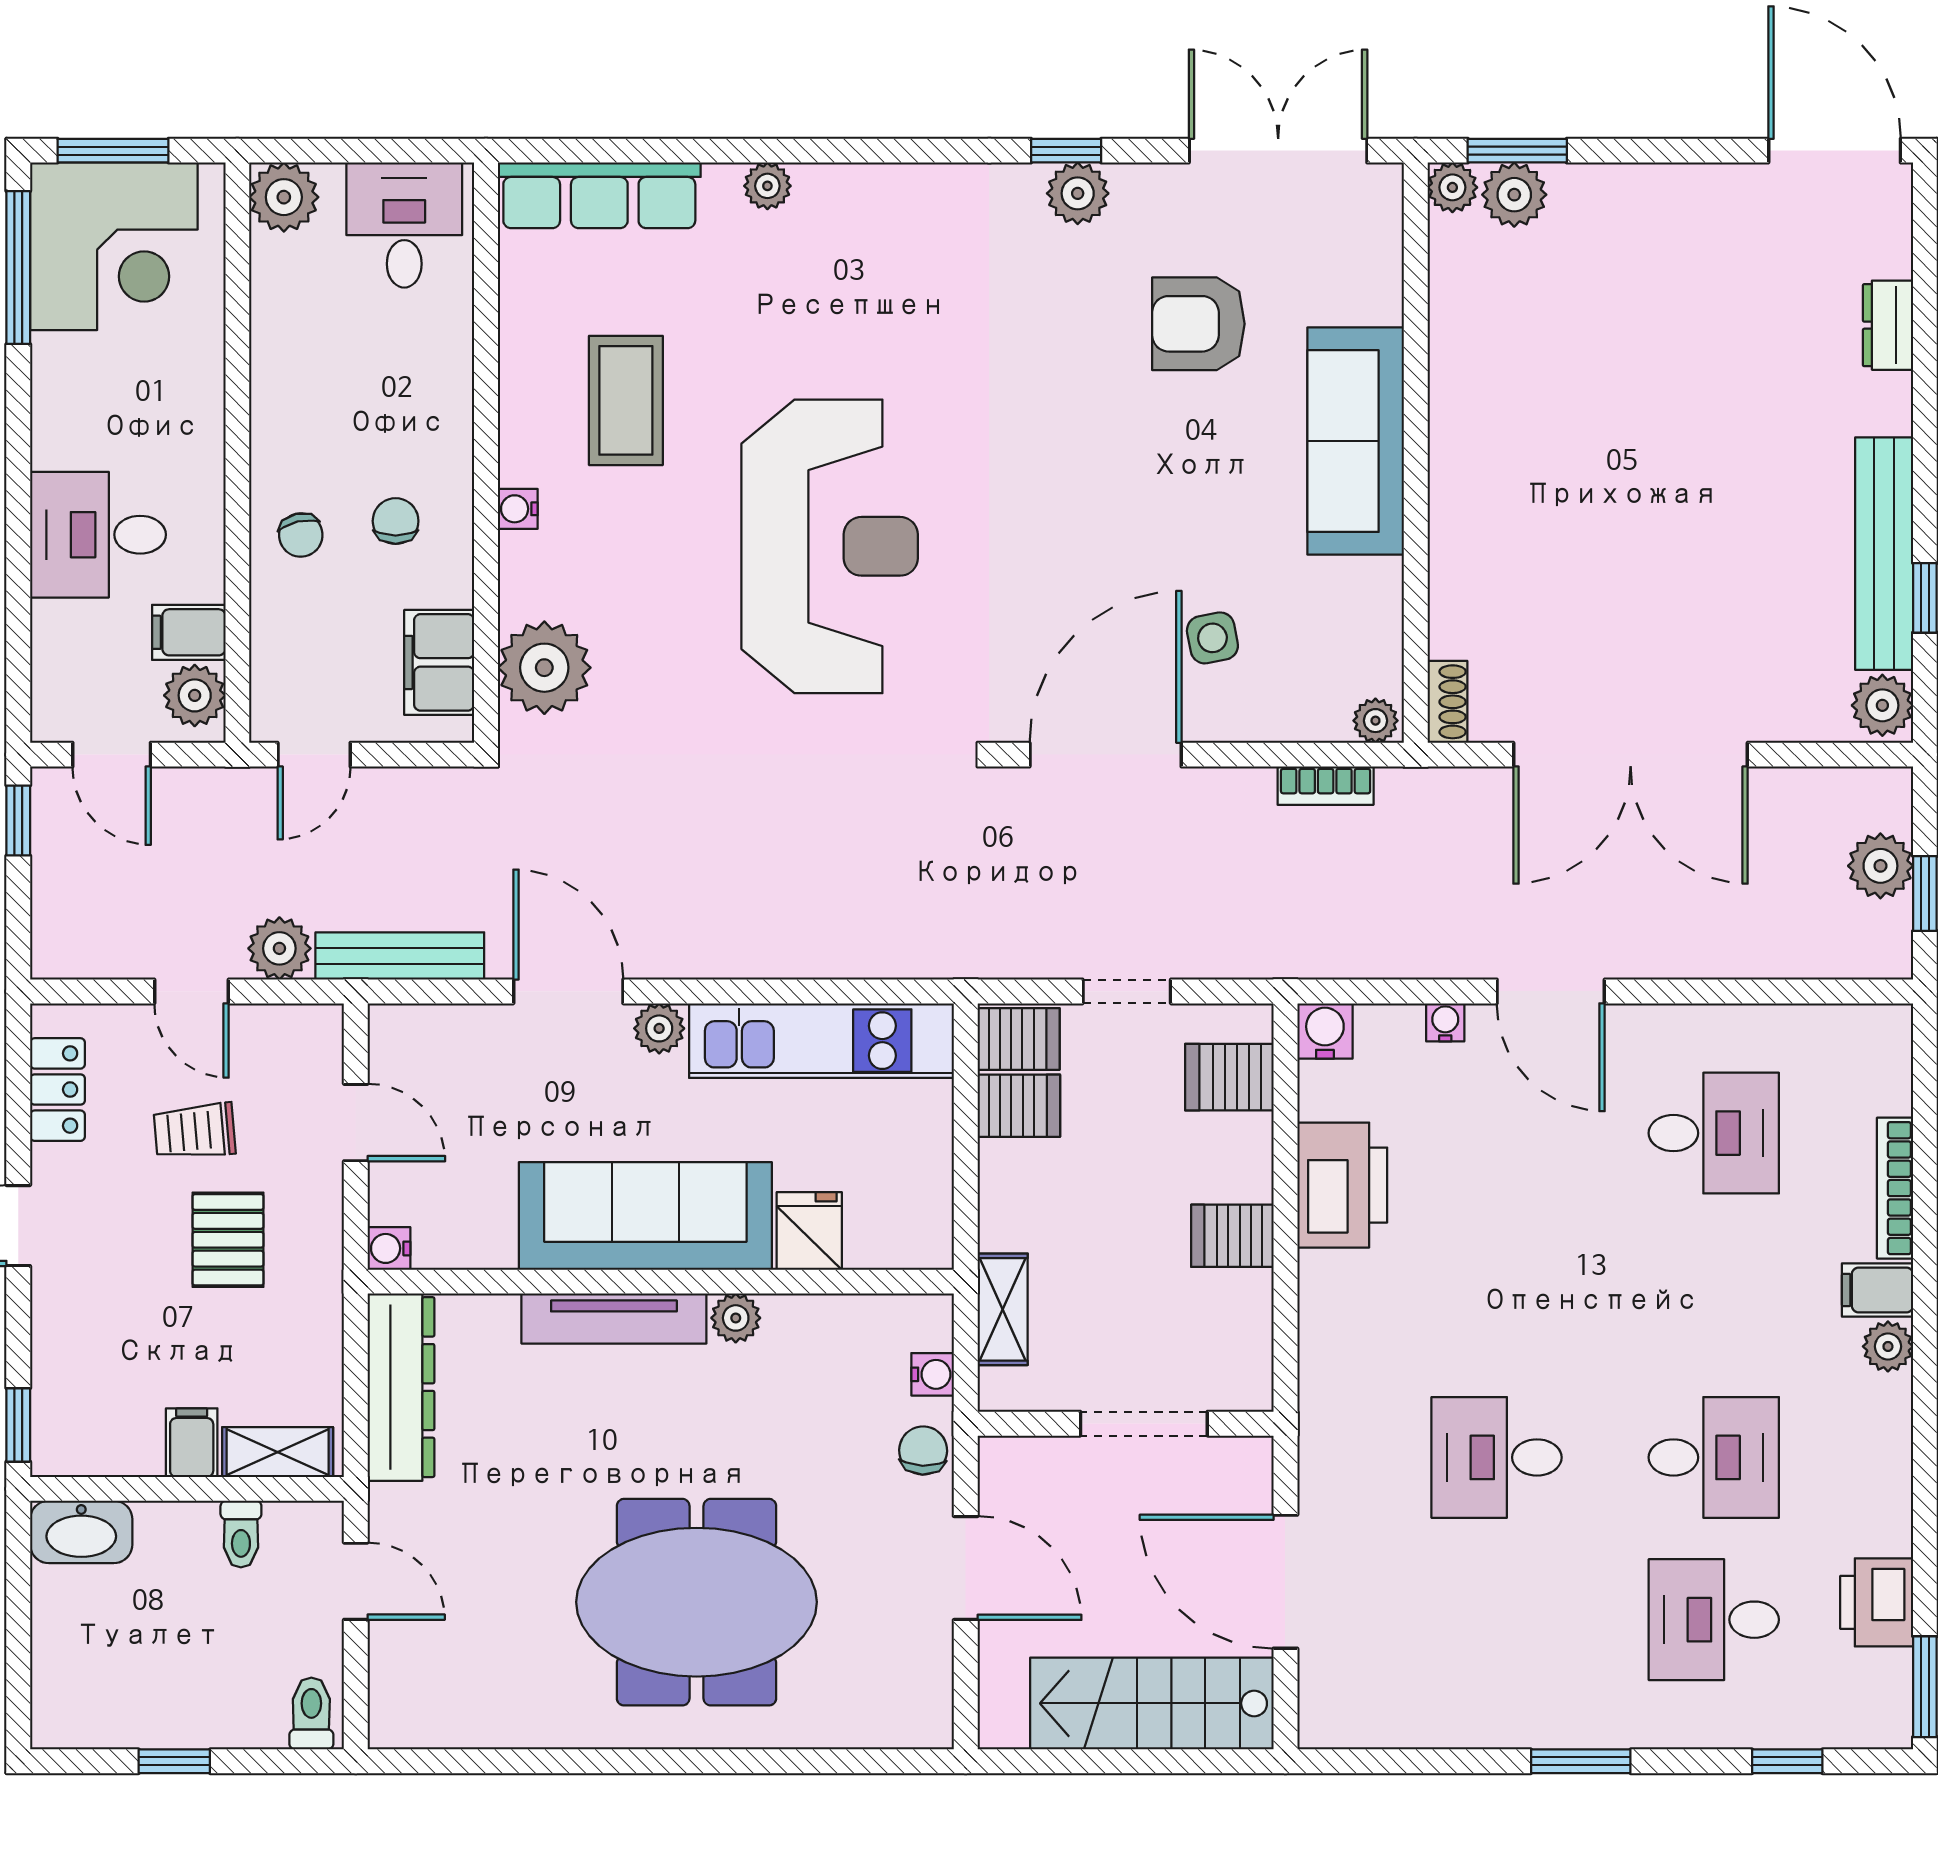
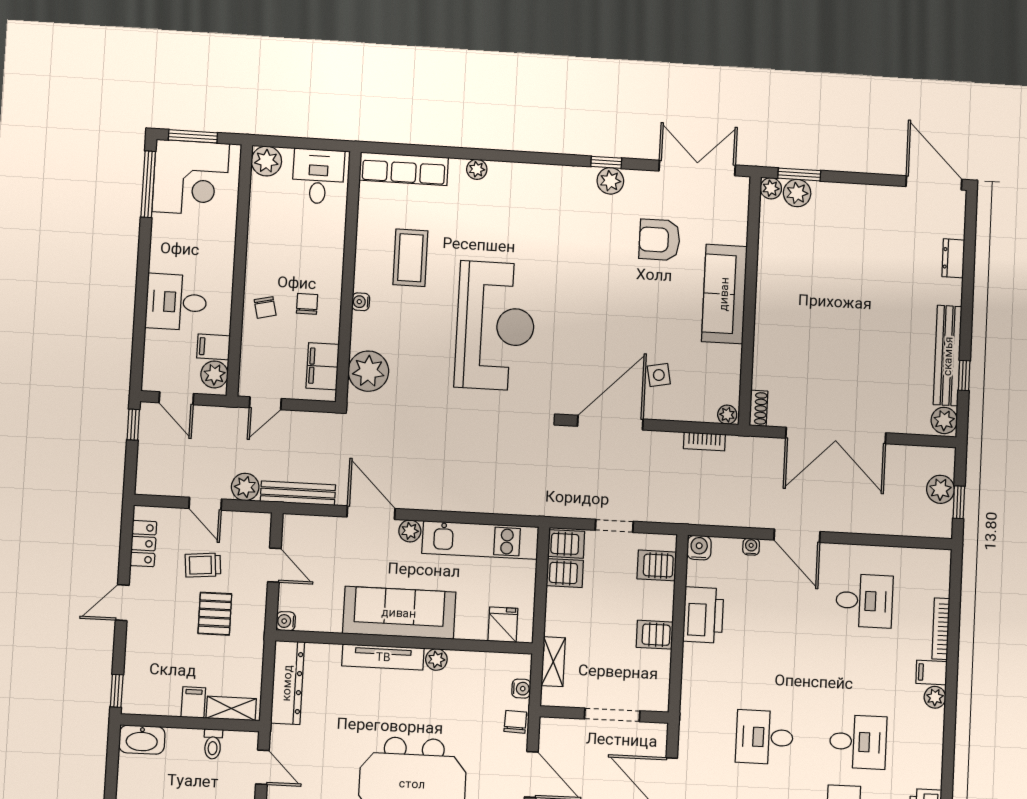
fridge: (809, 1231) -> (503, 625), moved

